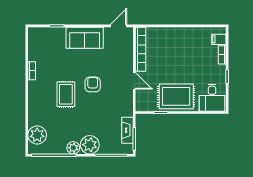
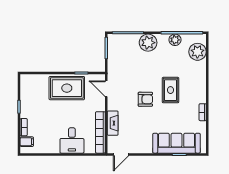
sofa: (85, 38) -> (176, 143), moved, width x1.36
door: (134, 81) -> (106, 89), moved
armchair: (93, 84) -> (145, 99), turned -90
desk: (212, 98) -> (72, 140), moved, turned 180
fireplace: (127, 130) -> (113, 123), moved
plant: (73, 148) -> (175, 40), moved

